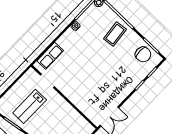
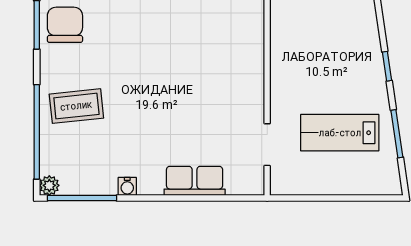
row of seats: (50, 56) -> (195, 181), moved
lab bench: (30, 106) -> (340, 133), turned 180

